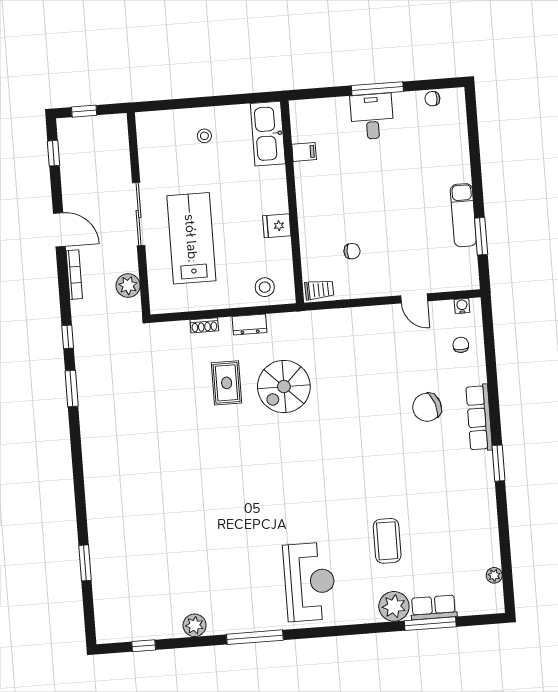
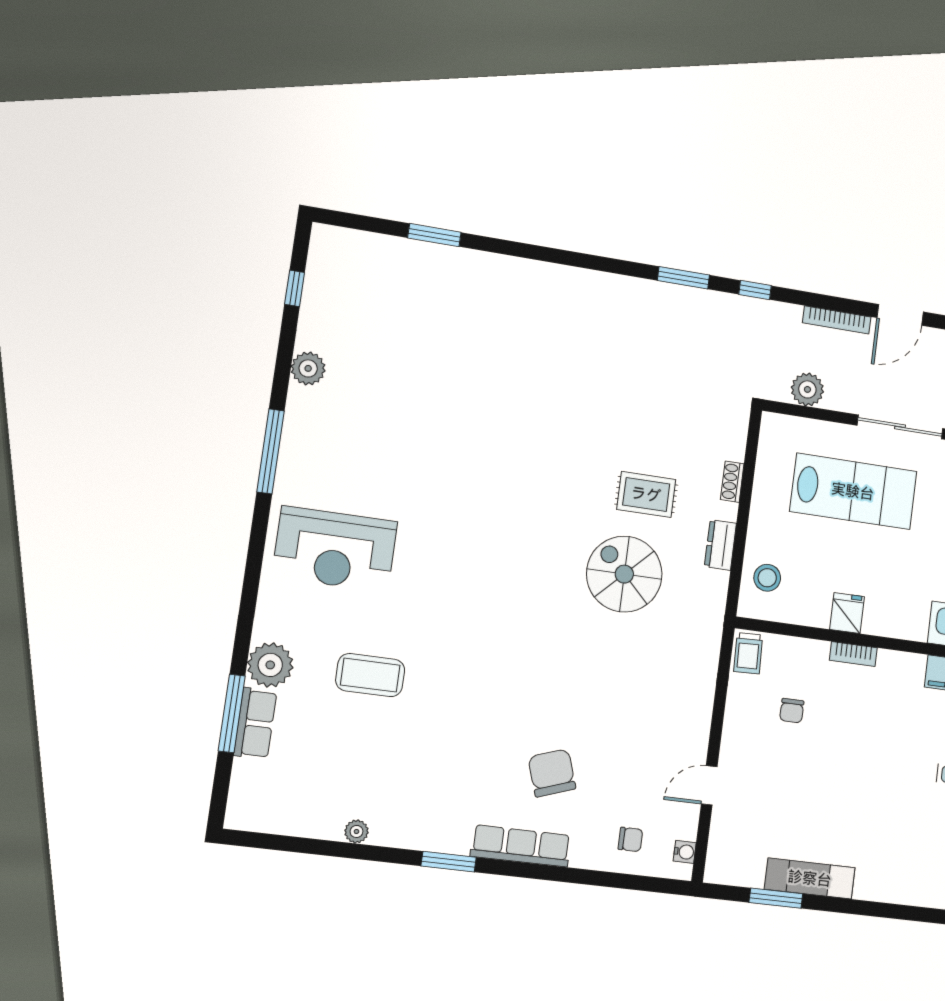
bookcase: (304, 216) -> (853, 654), added
plant: (494, 575) -> (356, 831), moved

